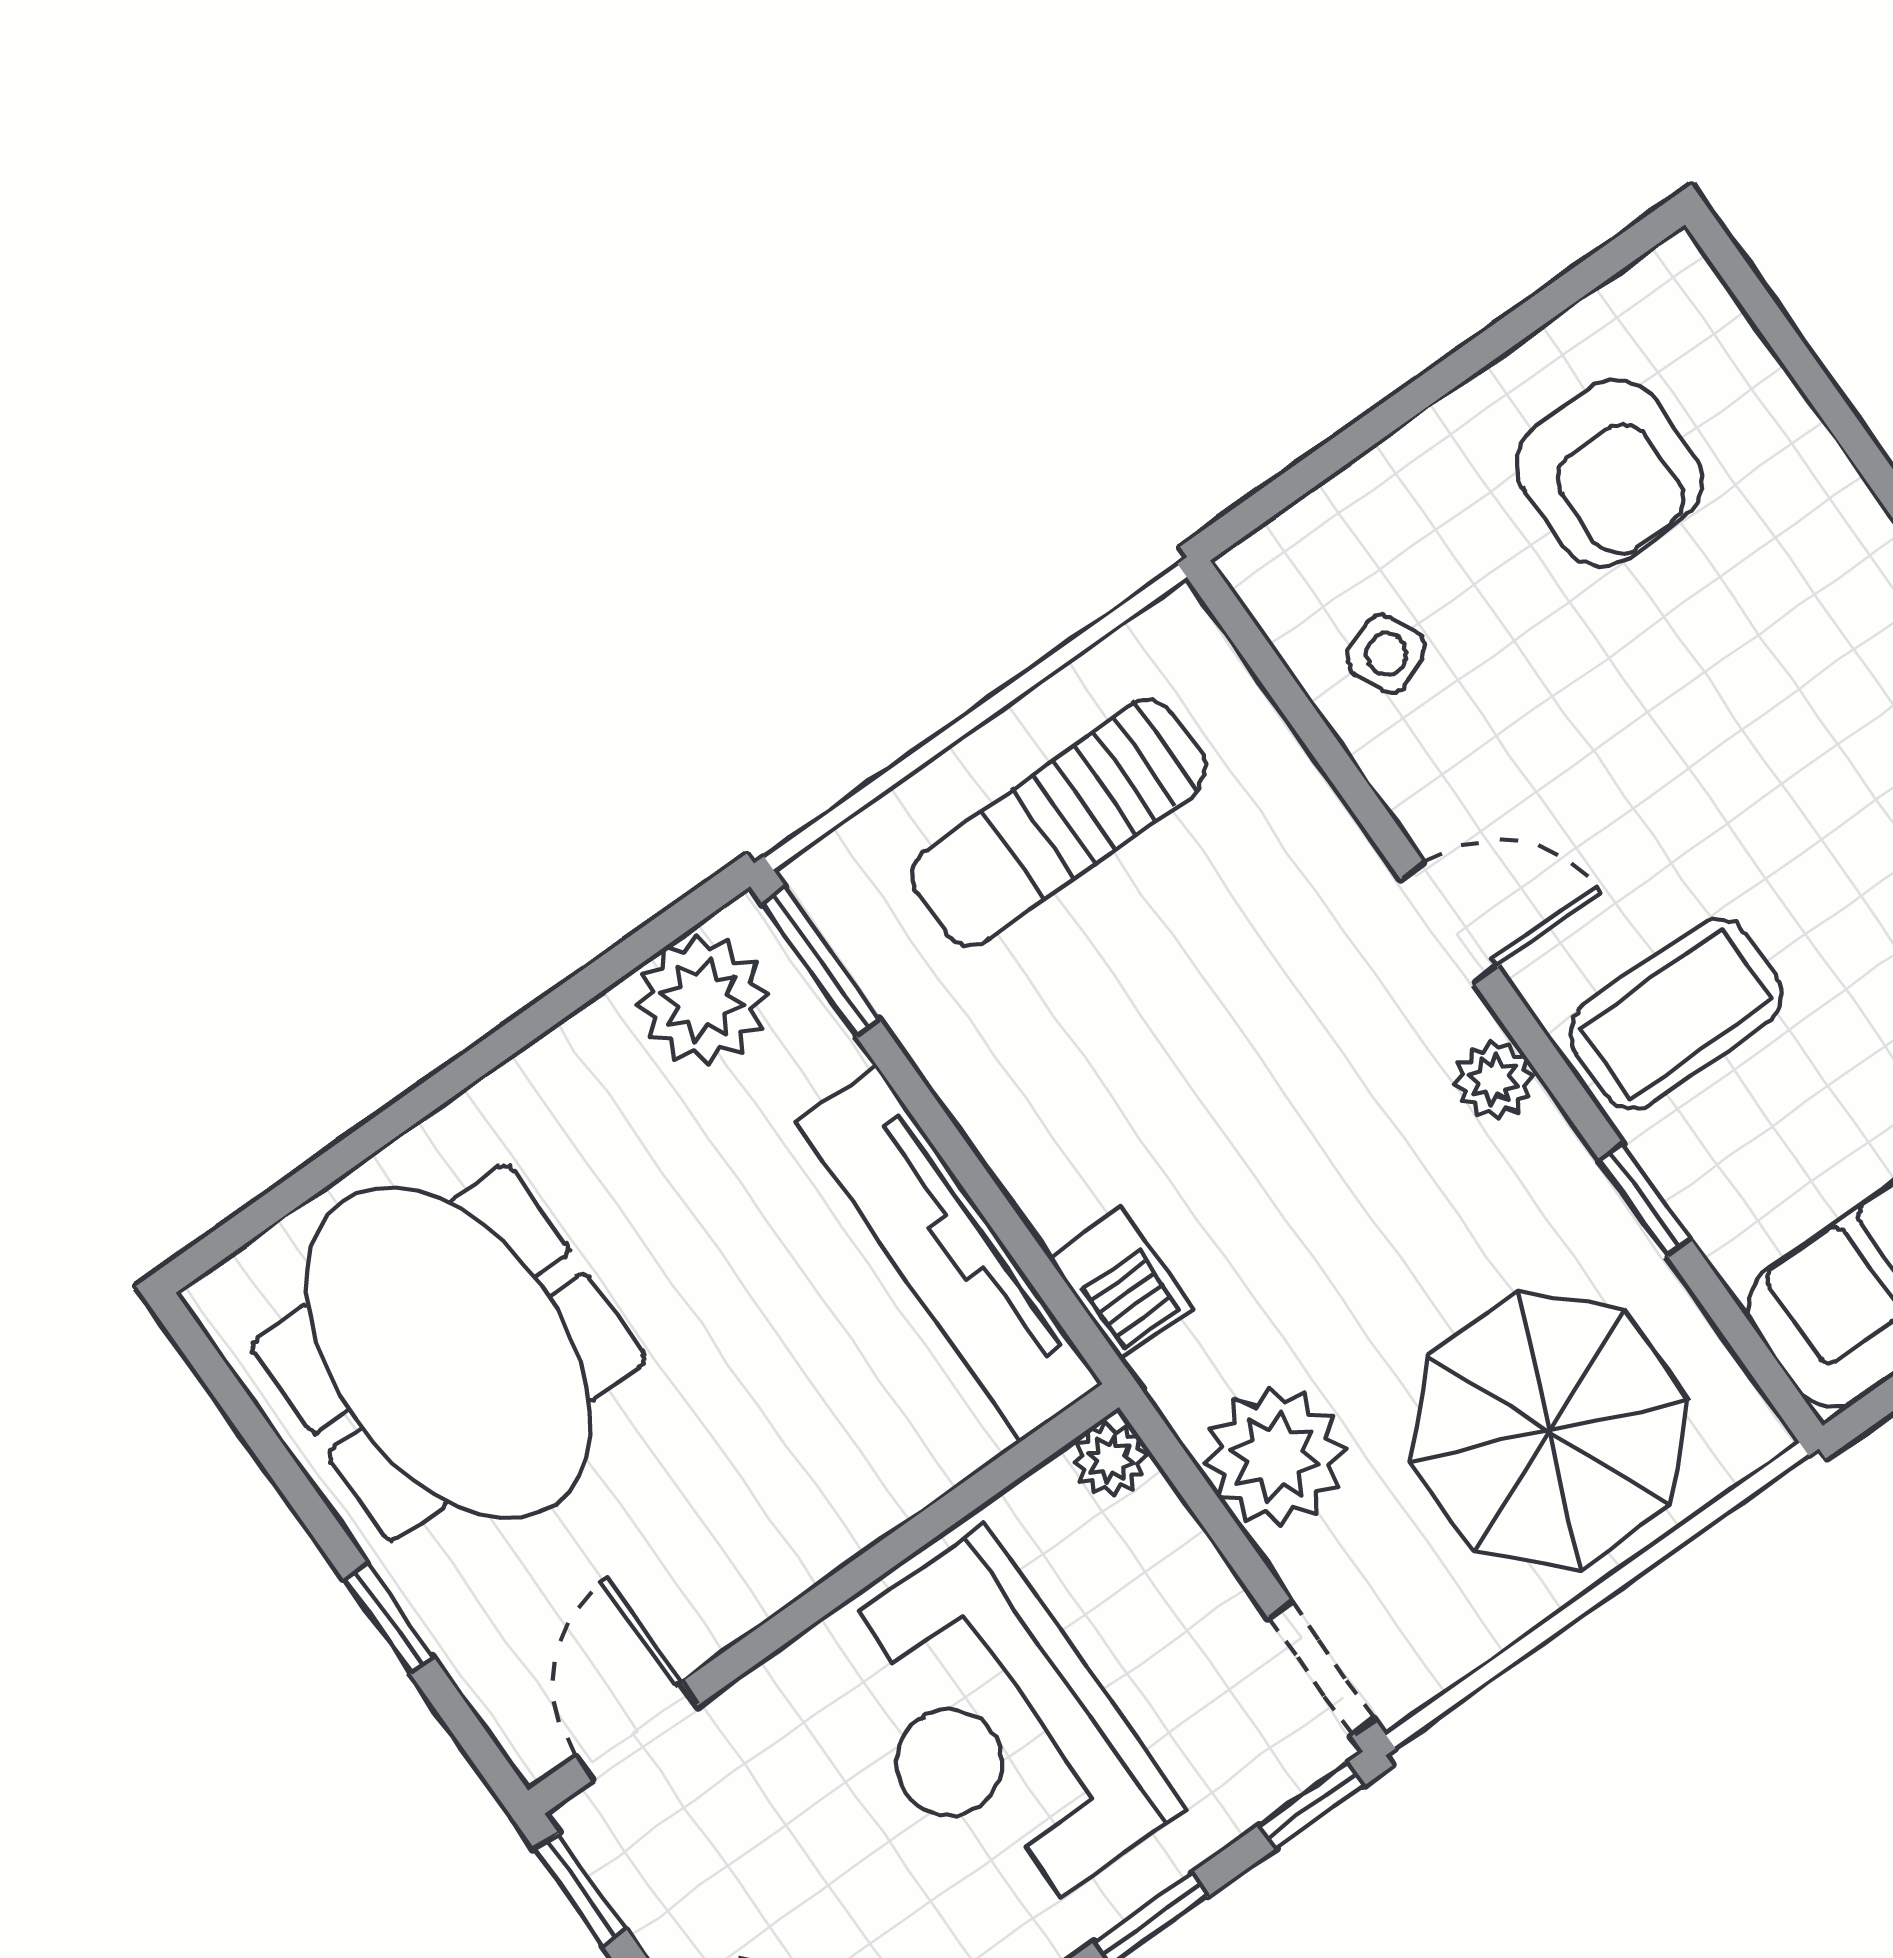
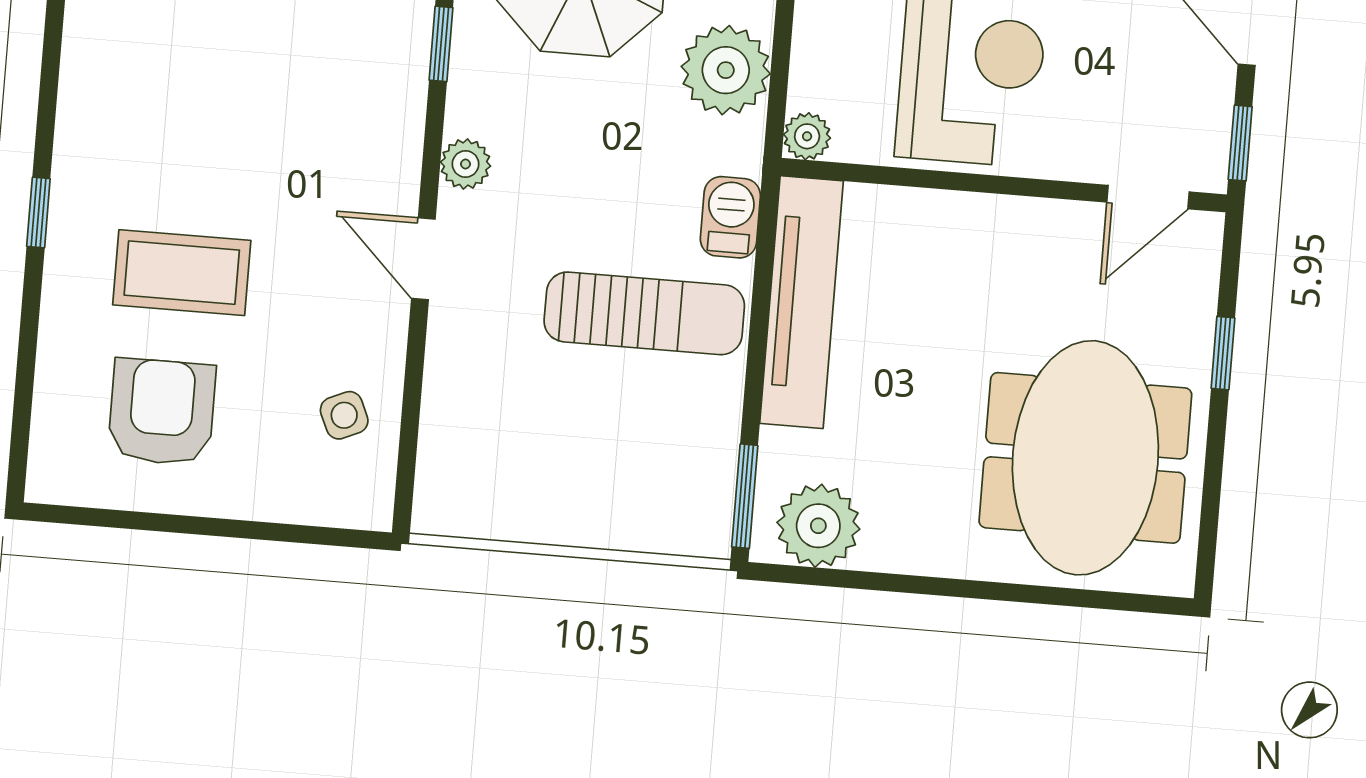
sun lounger: (1059, 823) -> (644, 313), moved
coffee table: (1676, 1014) -> (182, 273), moved

